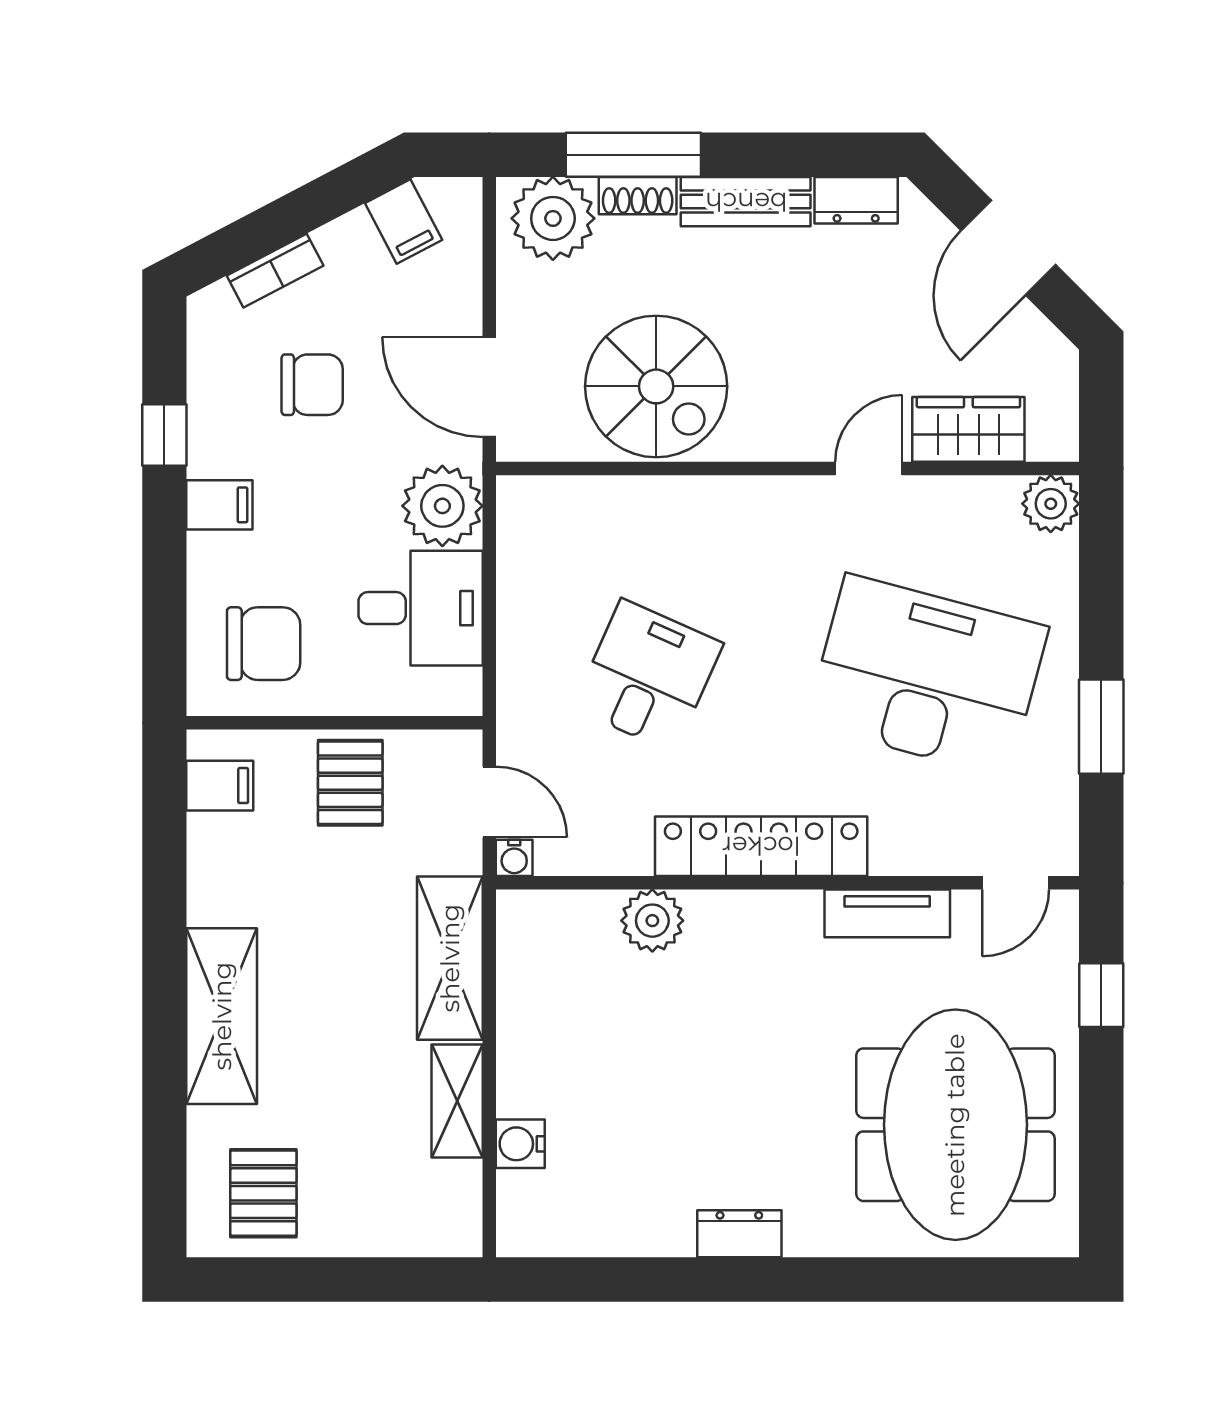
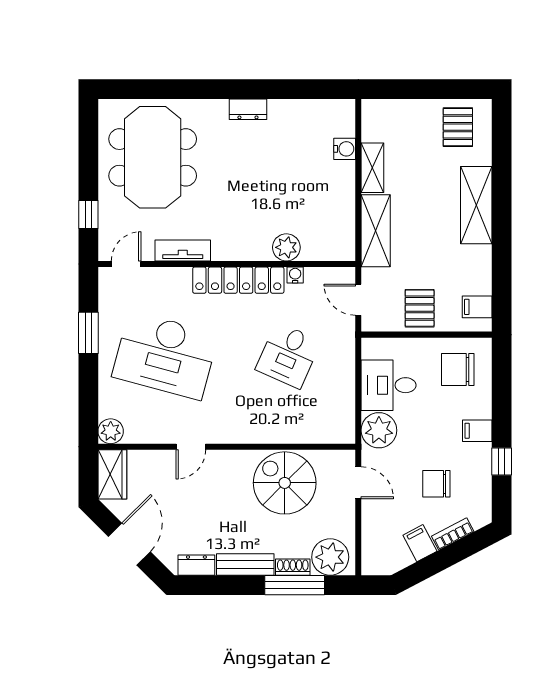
filing cabinet: (404, 222) -> (420, 543), moved
door: (489, 387) -> (358, 483), width x0.73
wardrobe: (968, 429) -> (112, 474), moved, turned -90
water cooler: (514, 858) -> (295, 275), moved

